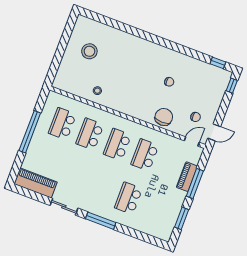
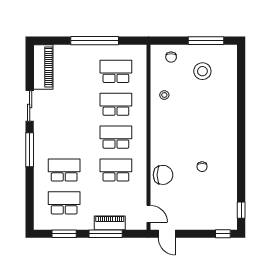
window: (65, 39) -> (206, 41), added
chair: (196, 117) -> (171, 57), moved
school desk: (156, 209) -> (64, 203), added

